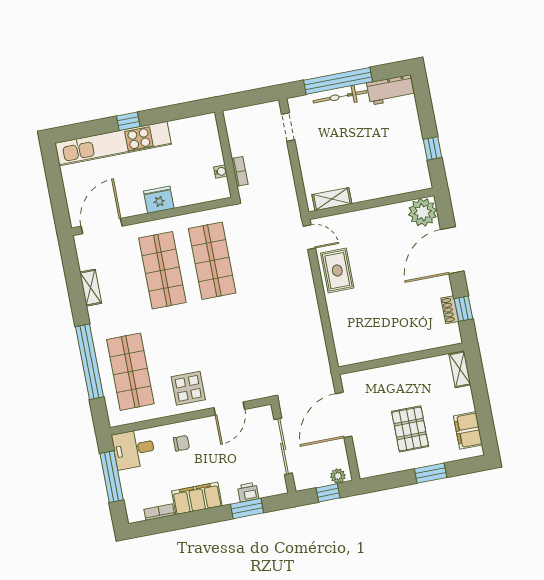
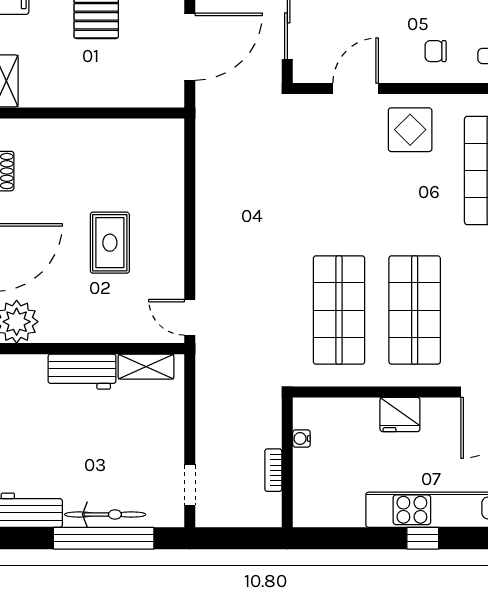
bookcase: (240, 171) -> (273, 470), moved
workbench: (373, 188) -> (82, 372), added
rug: (337, 271) -> (110, 243), moved

